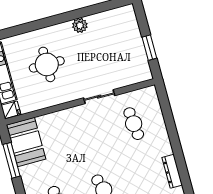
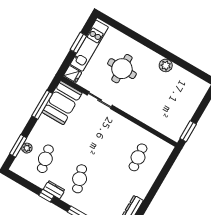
window: (149, 48) -> (188, 131), moved
sliding door: (99, 97) -> (100, 100), moved

